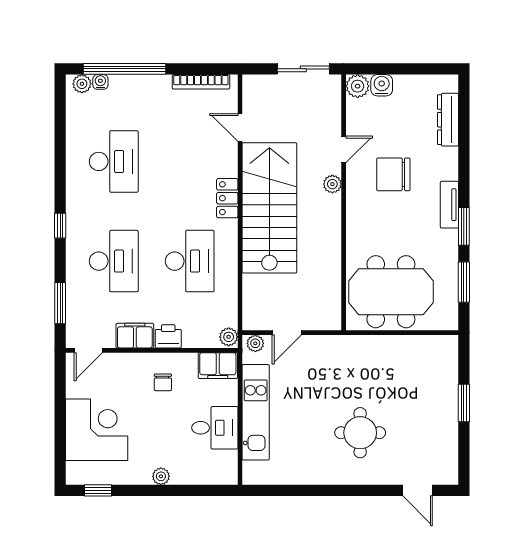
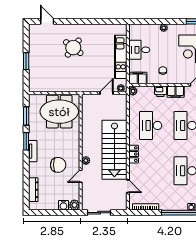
round table: (360, 433) -> (73, 48), turned 37

